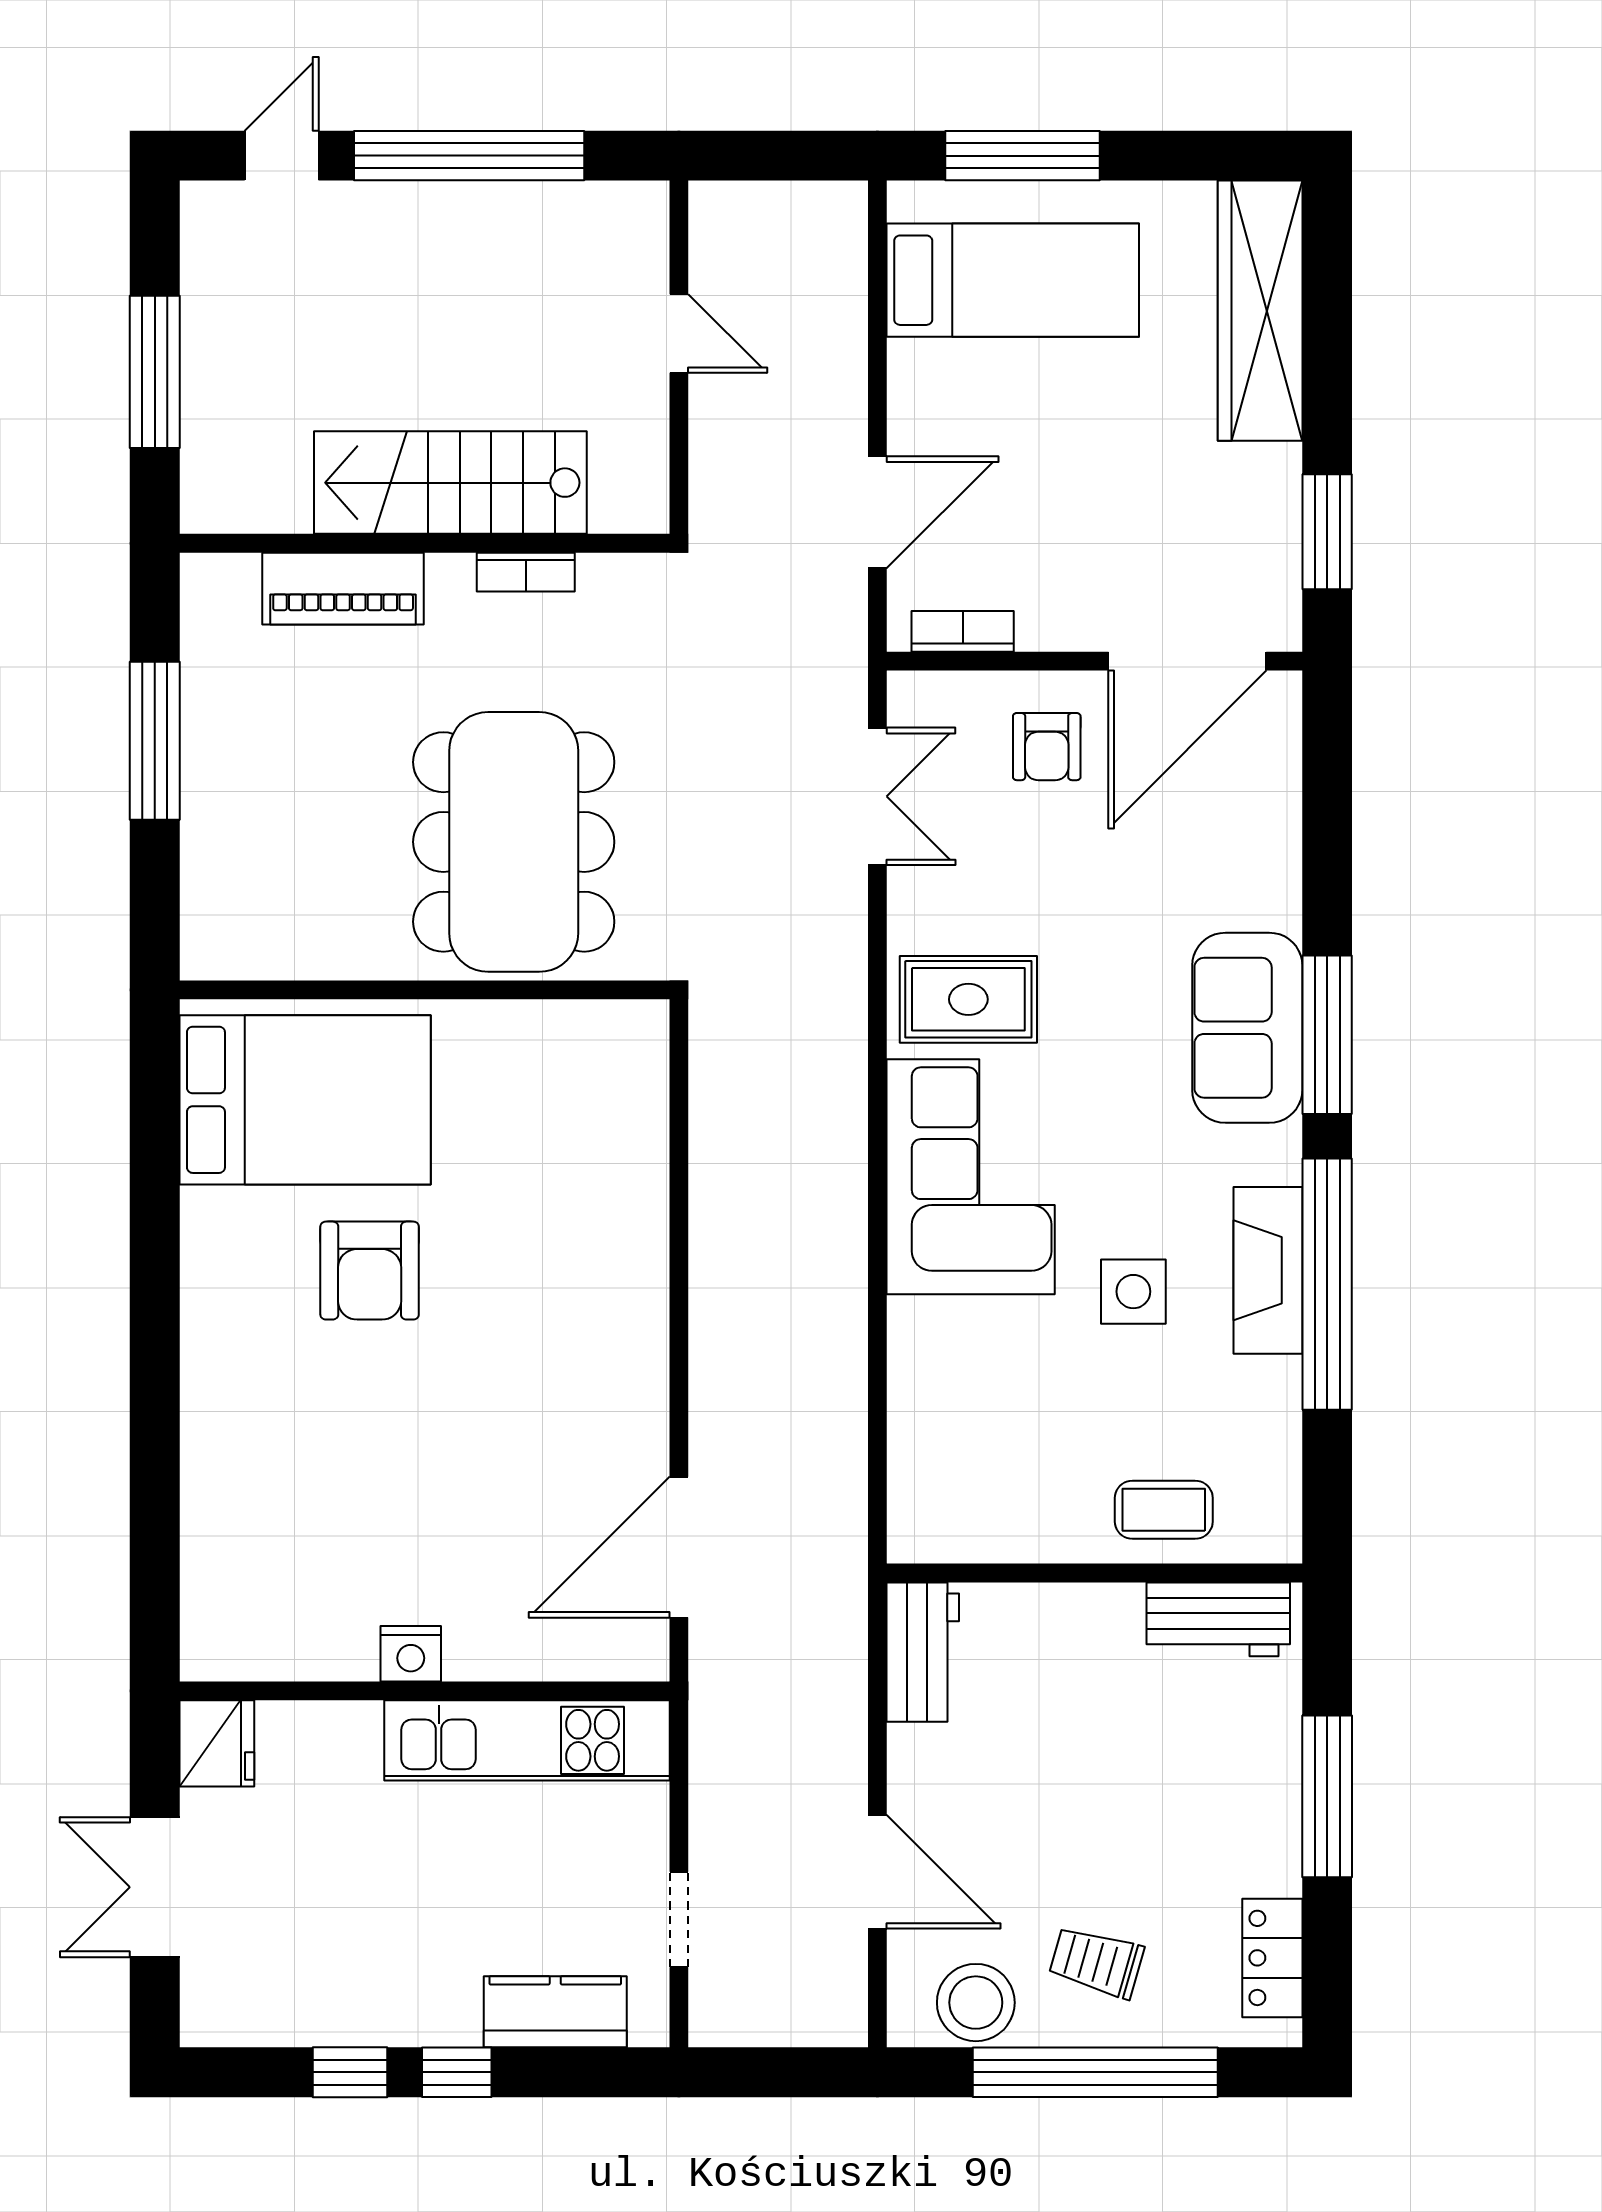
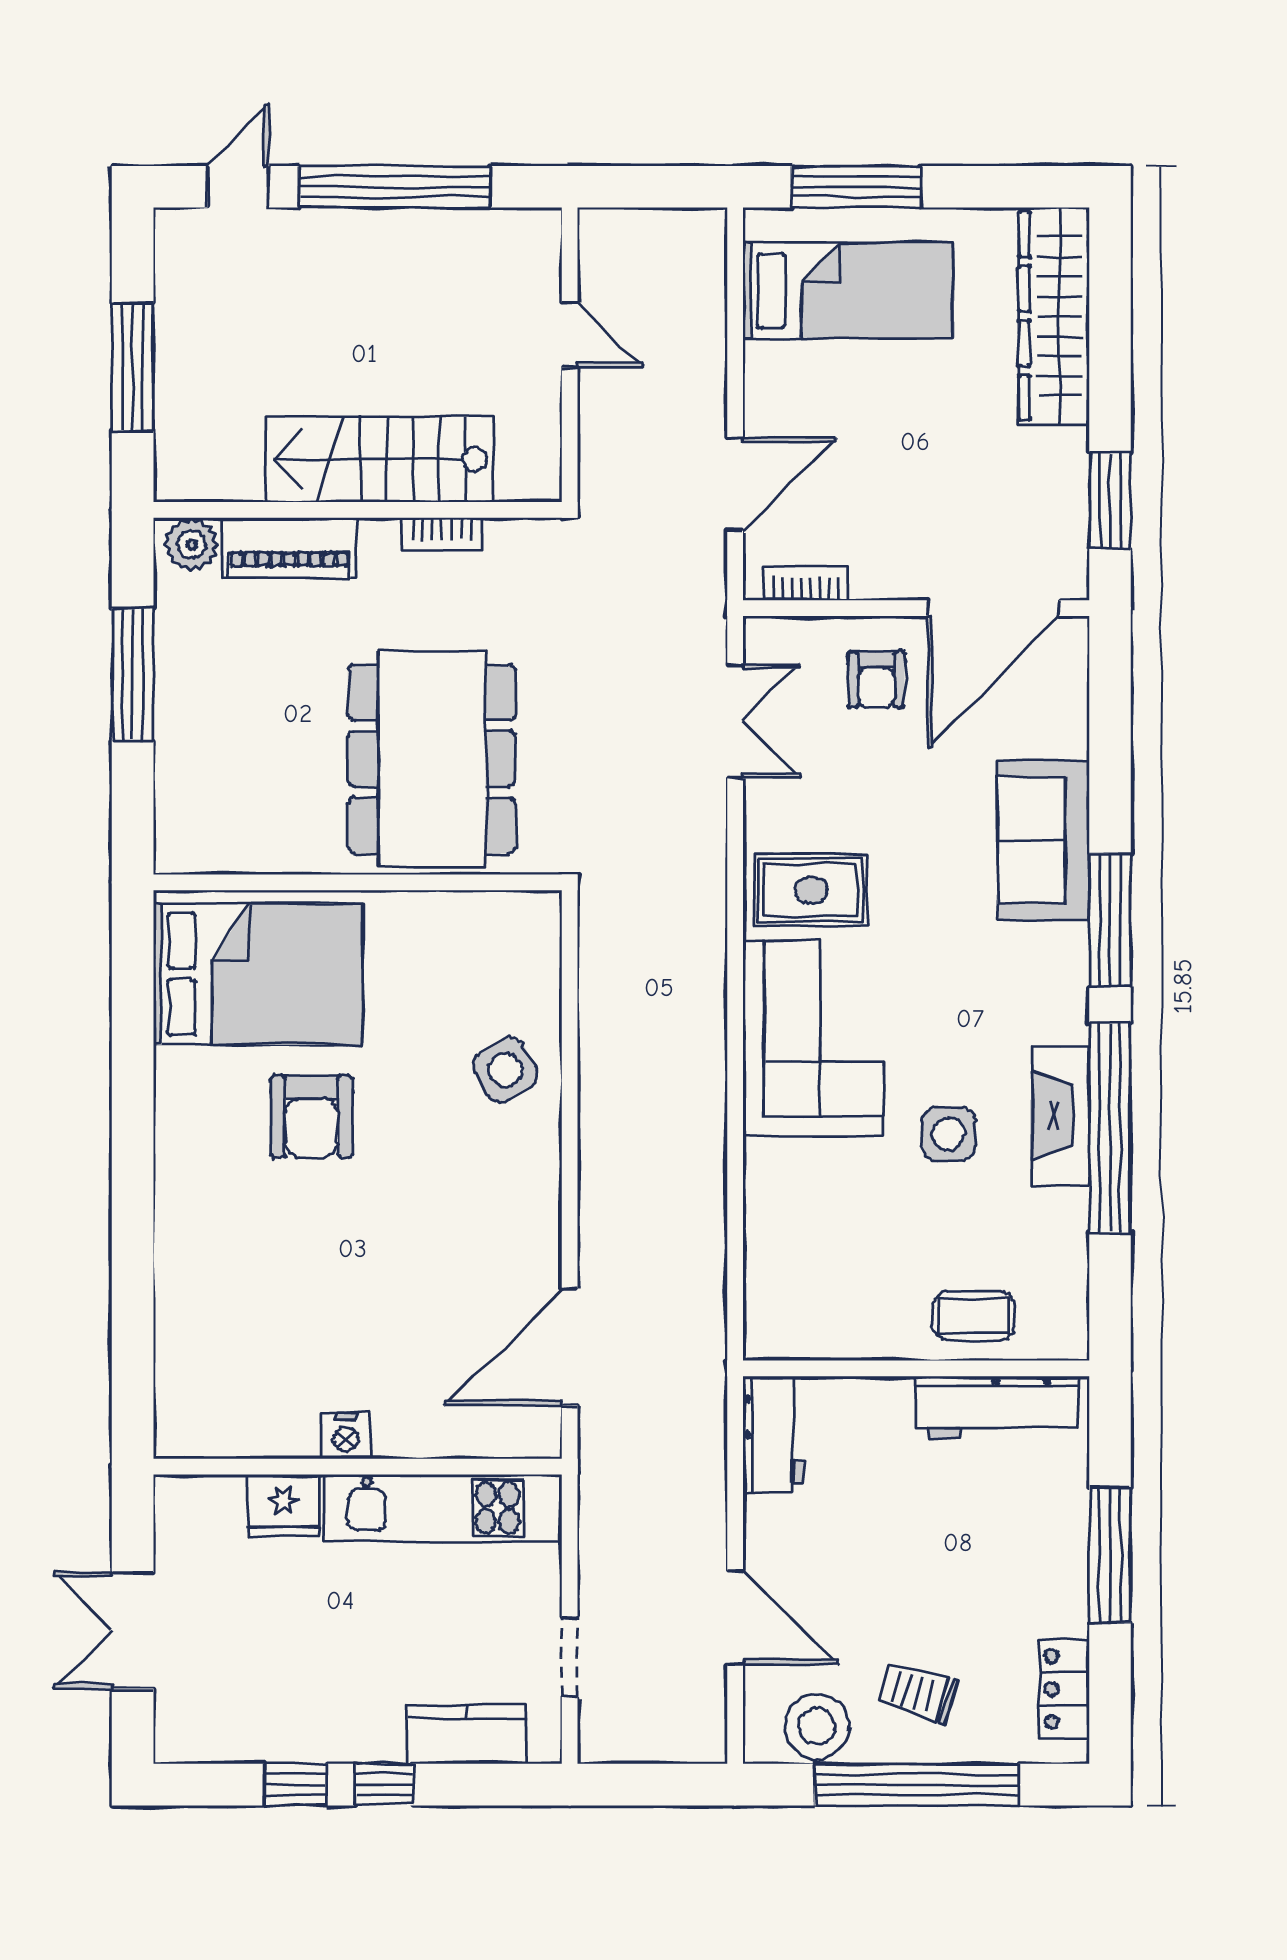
plant: (225, 585) -> (191, 544), added
sofa: (1247, 1028) -> (1043, 840), moved
side table: (602, 1215) -> (505, 1070), added
workbench: (1218, 1619) -> (997, 1407), width x1.38
fridge: (217, 1743) -> (284, 1505), moved, turned 90

